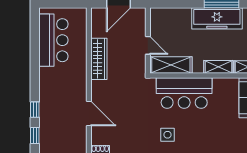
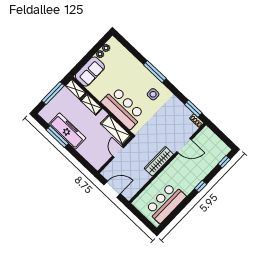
wardrobe: (99, 59) -> (159, 161), moved
window: (35, 110) -> (201, 186), moved
door: (89, 114) -> (184, 146), swing flipped

